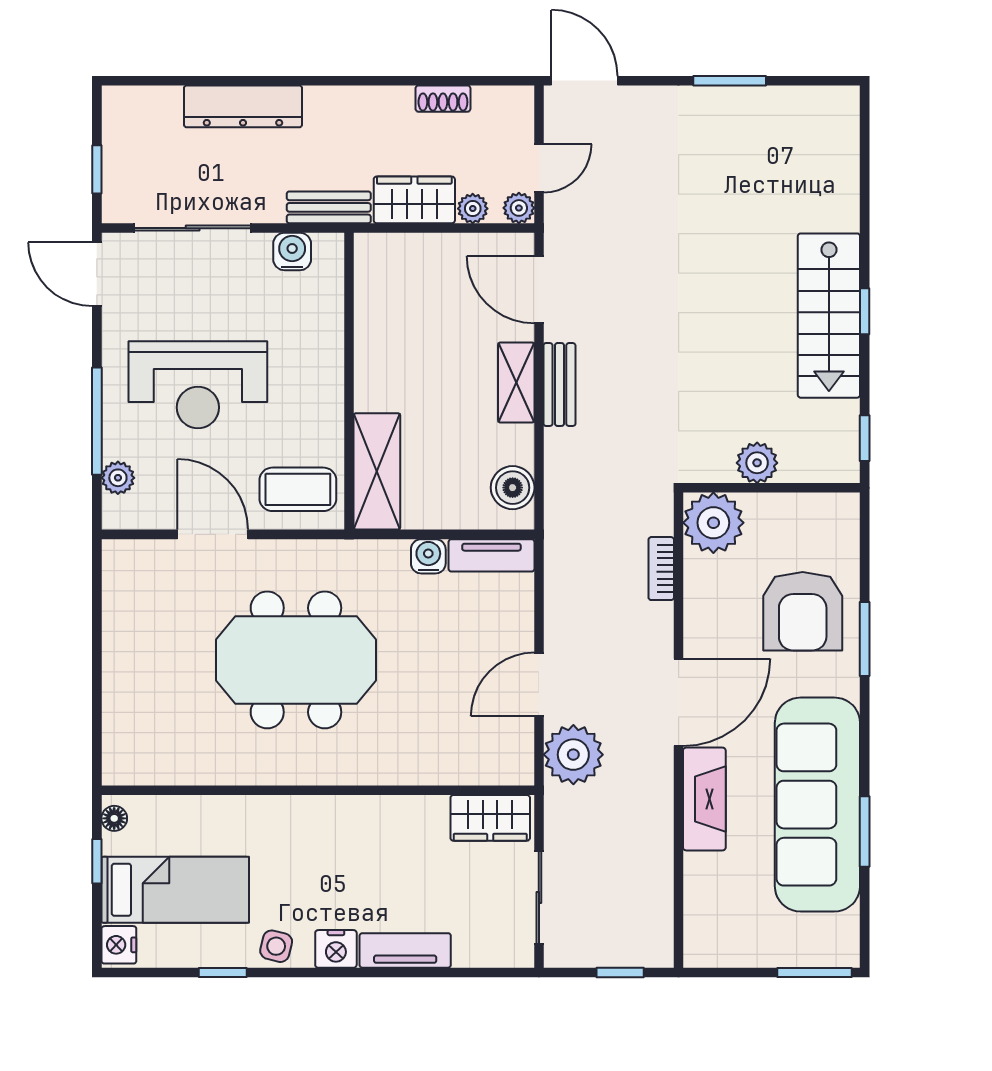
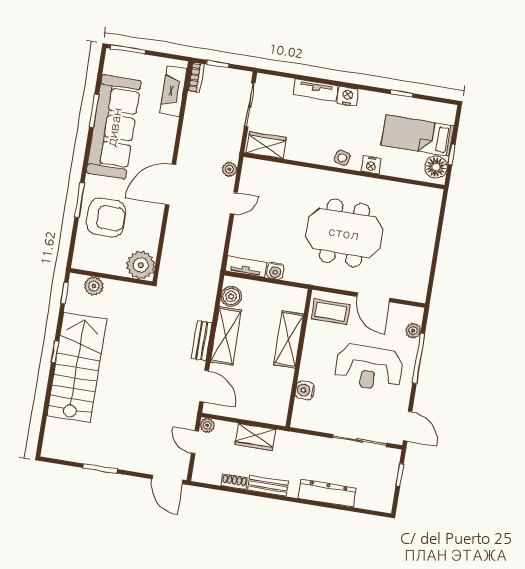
door: (539, 168) -> (195, 442), hinge flipped
bench: (329, 207) -> (268, 486), moved
plant: (473, 209) -> (229, 429), removed
water cooler: (292, 252) -> (305, 390), moved, turned 90
stairs: (829, 316) -> (77, 367), width x1.36, depth x1.51
shelving: (516, 383) -> (226, 336), width x1.50, depth x1.33
reception desk: (198, 385) -> (369, 368), turned 180
plant: (757, 463) -> (94, 286), moved
shelving: (377, 471) -> (289, 339), moved
bookcase: (661, 569) -> (196, 78), moved
armchair: (803, 611) -> (106, 217), turned 90
door: (539, 684) -> (234, 203), width x0.73
plant: (573, 755) -> (229, 169), width x0.53, depth x0.53
fireplace: (704, 799) -> (173, 91), moved
floor lamp: (114, 818) -> (436, 167), width x1.89, depth x1.89
nightstand: (119, 945) -> (371, 165), moved, turned 90
side table: (276, 946) -> (342, 158), moved

